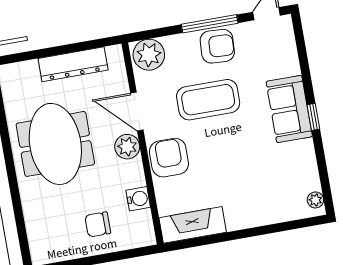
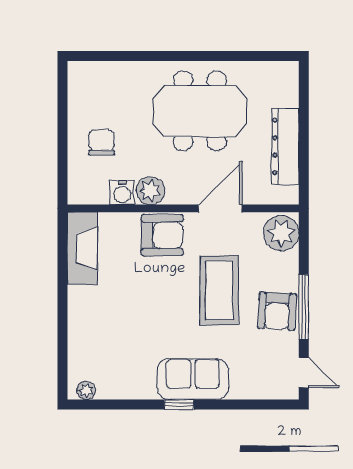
plant: (127, 147) -> (150, 191), moved

